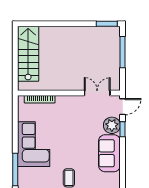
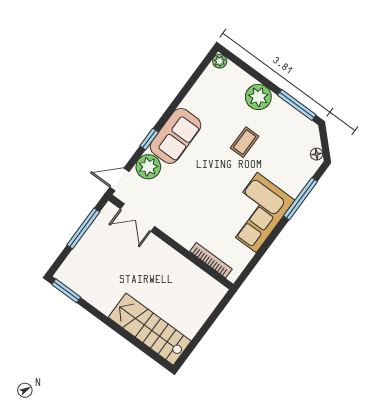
window: (123, 52) -> (83, 228), moved
stairs: (28, 54) -> (150, 329), moved, turned 90
window: (123, 129) -> (149, 139), moved

